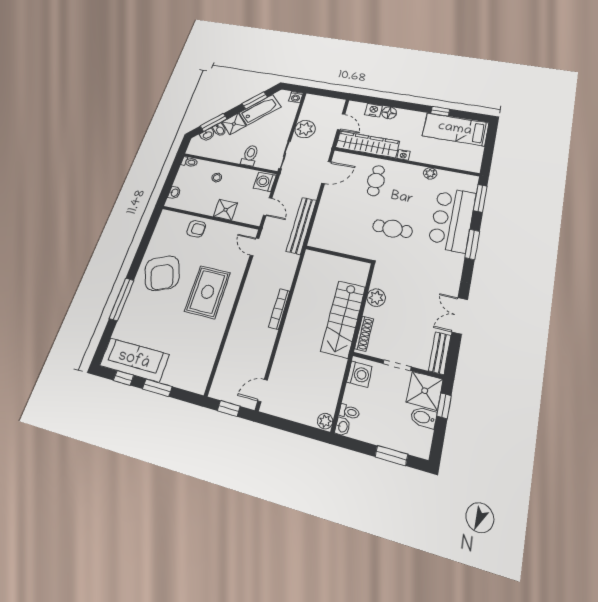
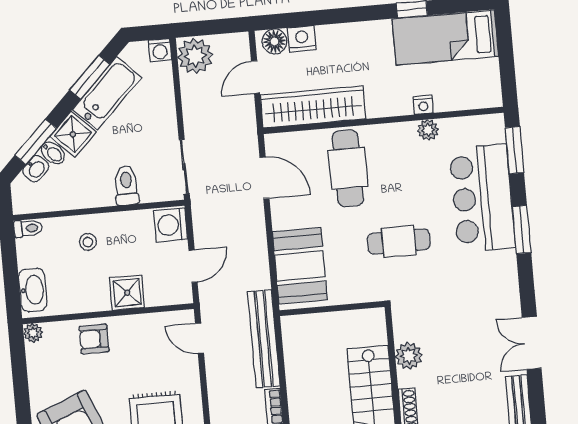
floor lamp: (389, 113) -> (274, 41), moved
door: (341, 122) -> (256, 77), swing flipped
plant: (305, 129) -> (195, 56), moved
nightstand: (403, 155) -> (423, 105), moved
door: (326, 172) -> (265, 178), hinge flipped
cafe table: (376, 181) -> (348, 168), width x1.37, depth x1.35
washbasin: (174, 193) -> (33, 290), width x1.91, depth x1.45
door: (268, 207) -> (193, 266), hinge flipped
plant: (166, 215) -> (33, 333), added
booth: (328, 225) -> (300, 266), added
bench: (301, 226) -> (264, 339), moved
armchair: (196, 229) -> (94, 339), turned 180

